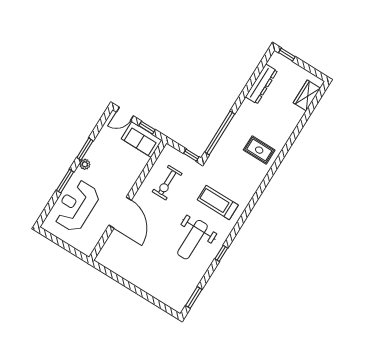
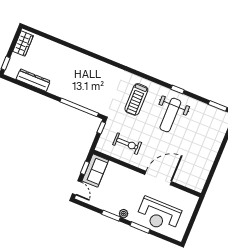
wardrobe: (307, 95) -> (23, 43), moved, turned -90
rug: (259, 150) -> (88, 73), removed
weight bench: (192, 240) -> (170, 115), turned 90

